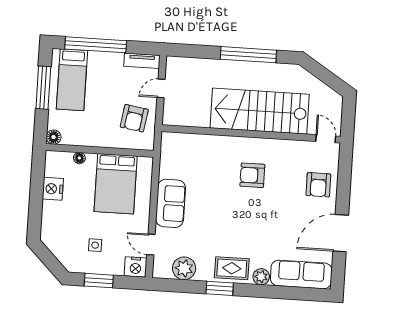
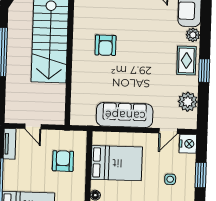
armchair: (134, 118) -> (63, 161), moved, turned -99
sofa: (171, 203) -> (125, 115), width x1.36

